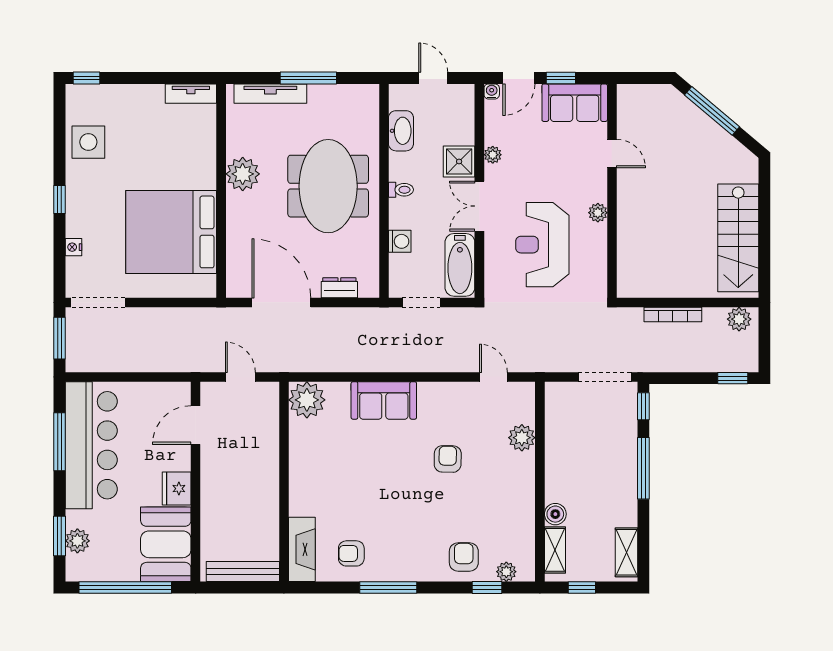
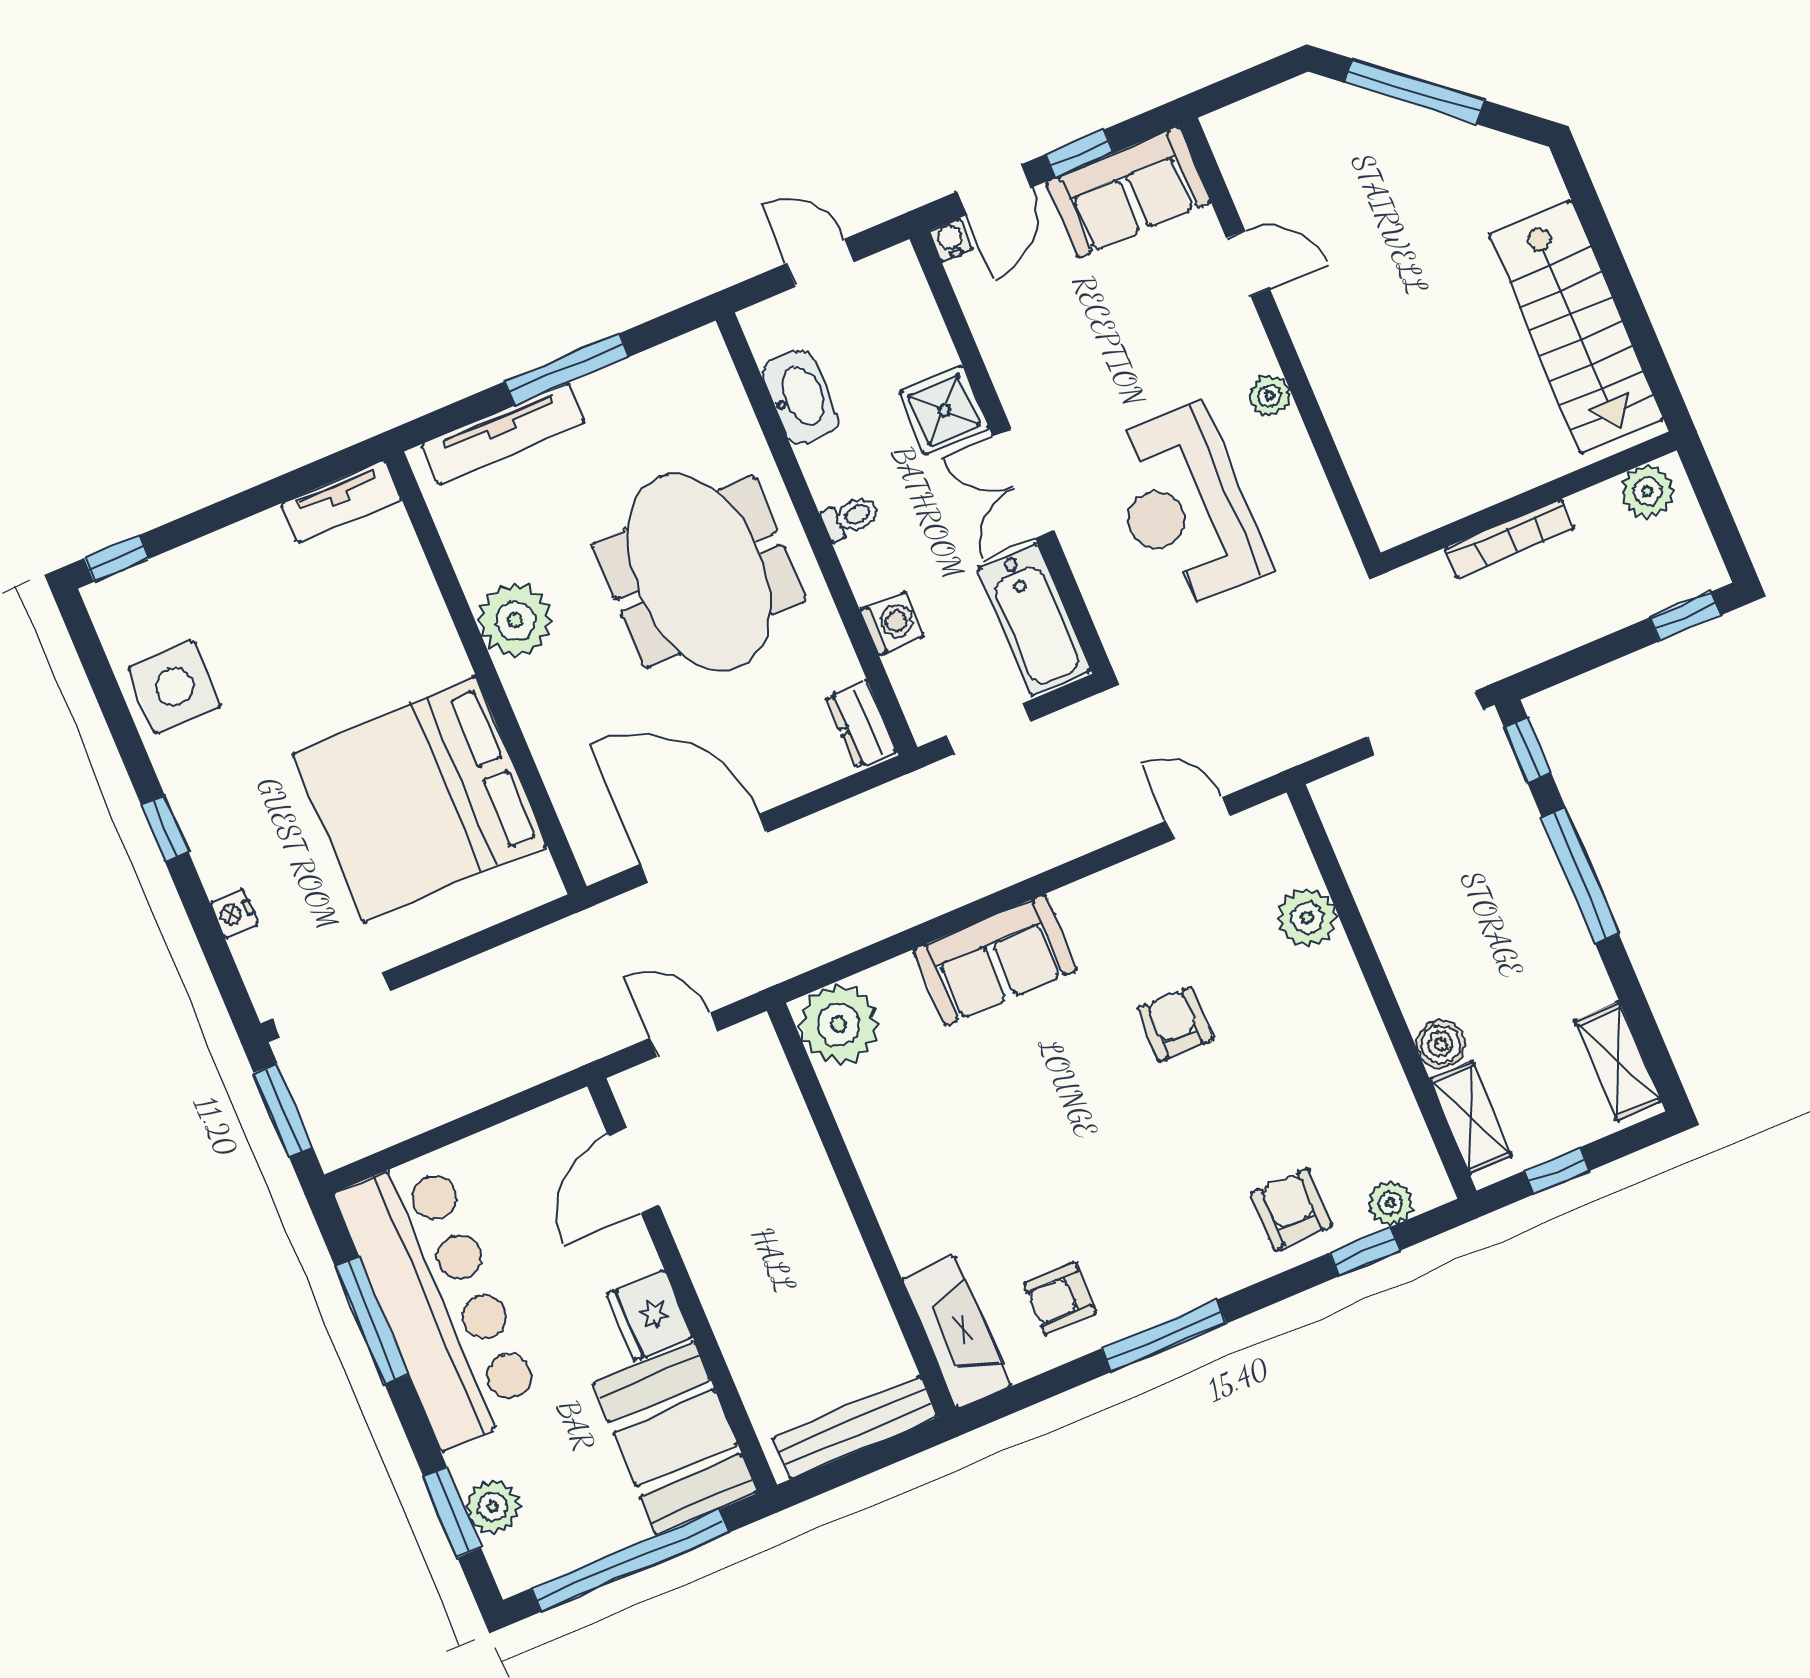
plant: (493, 155) -> (1007, 368), removed
dresser: (339, 288) -> (861, 724), moved, turned -90

